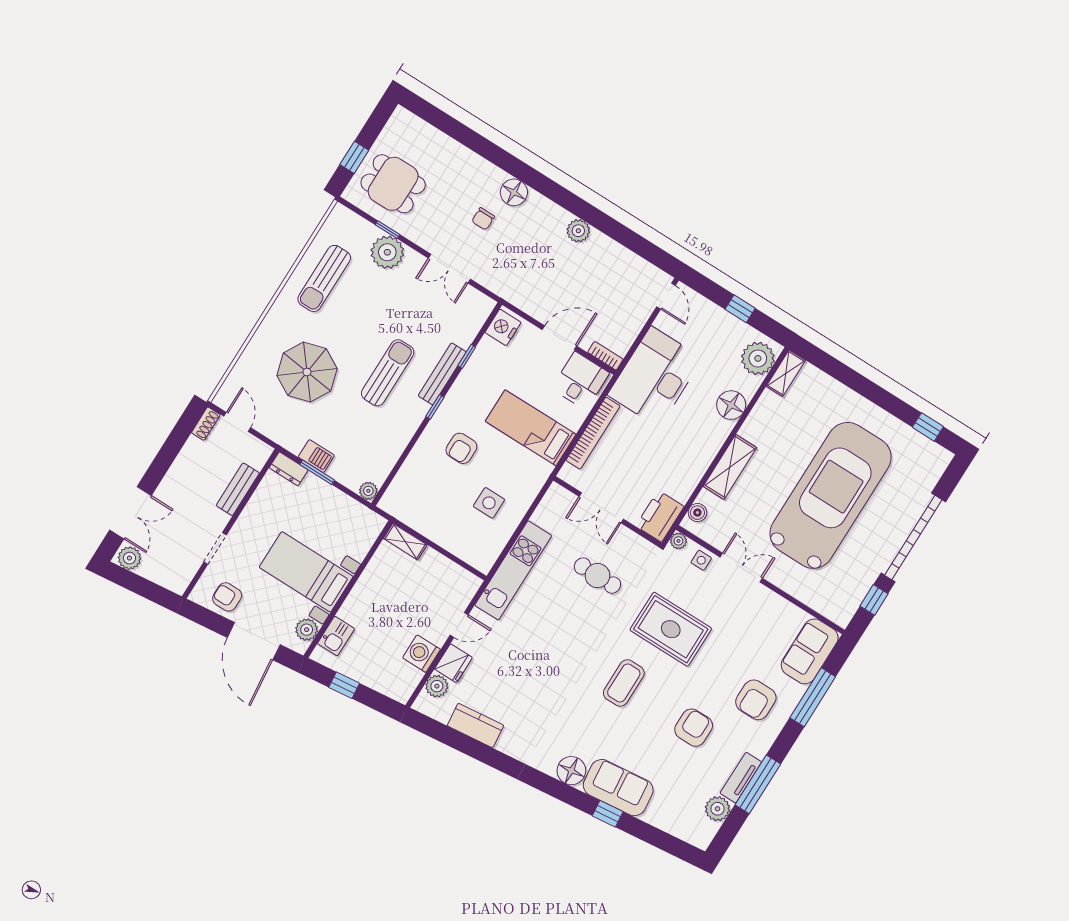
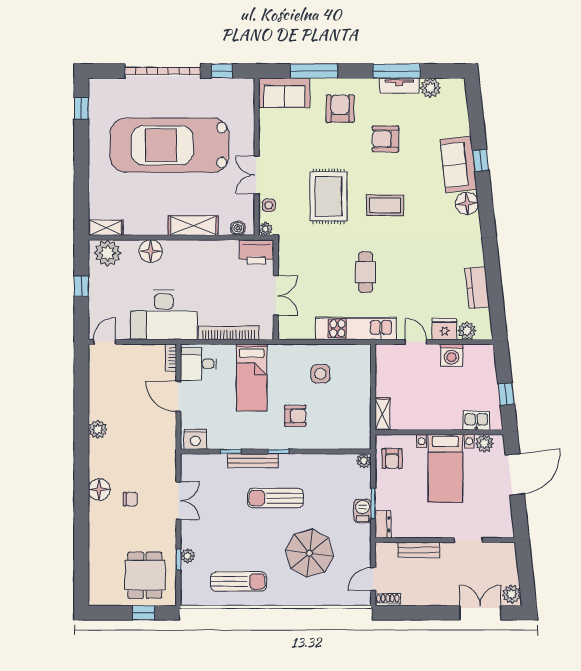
plant: (387, 252) -> (188, 556), width x0.53, depth x0.53
cafe table: (597, 576) -> (366, 272), moved
armchair: (227, 597) -> (392, 459), moved
armchair: (756, 700) -> (340, 108), turned -90

